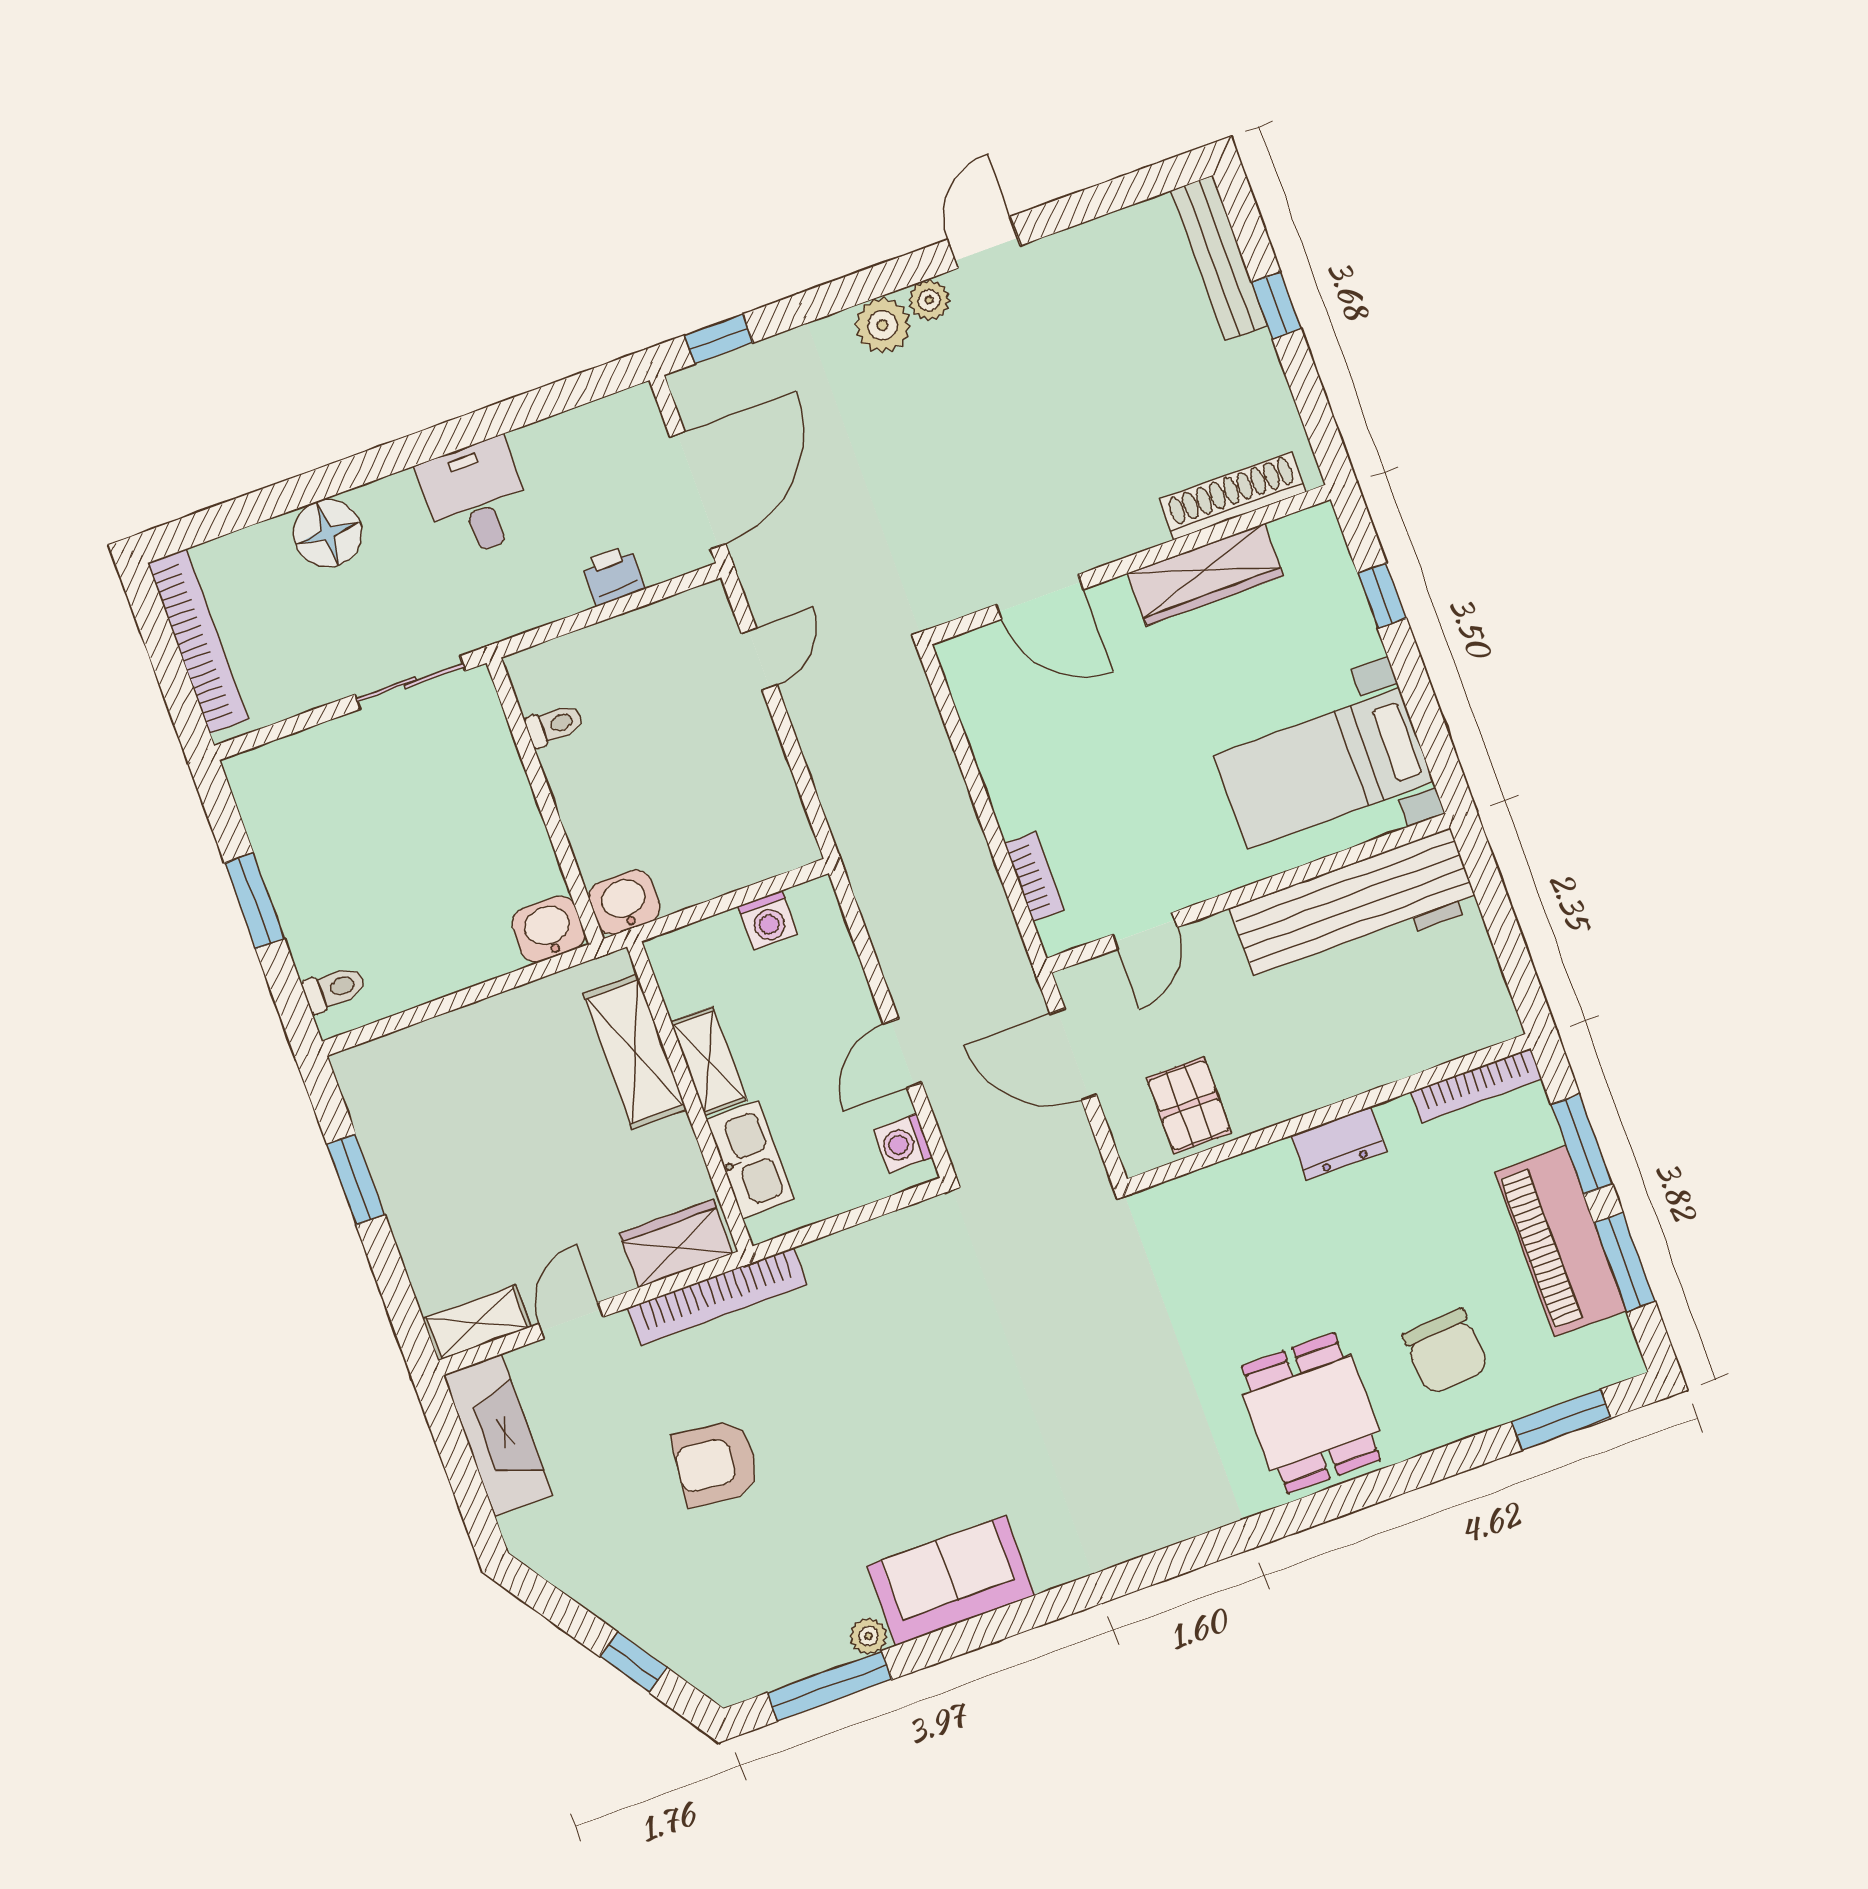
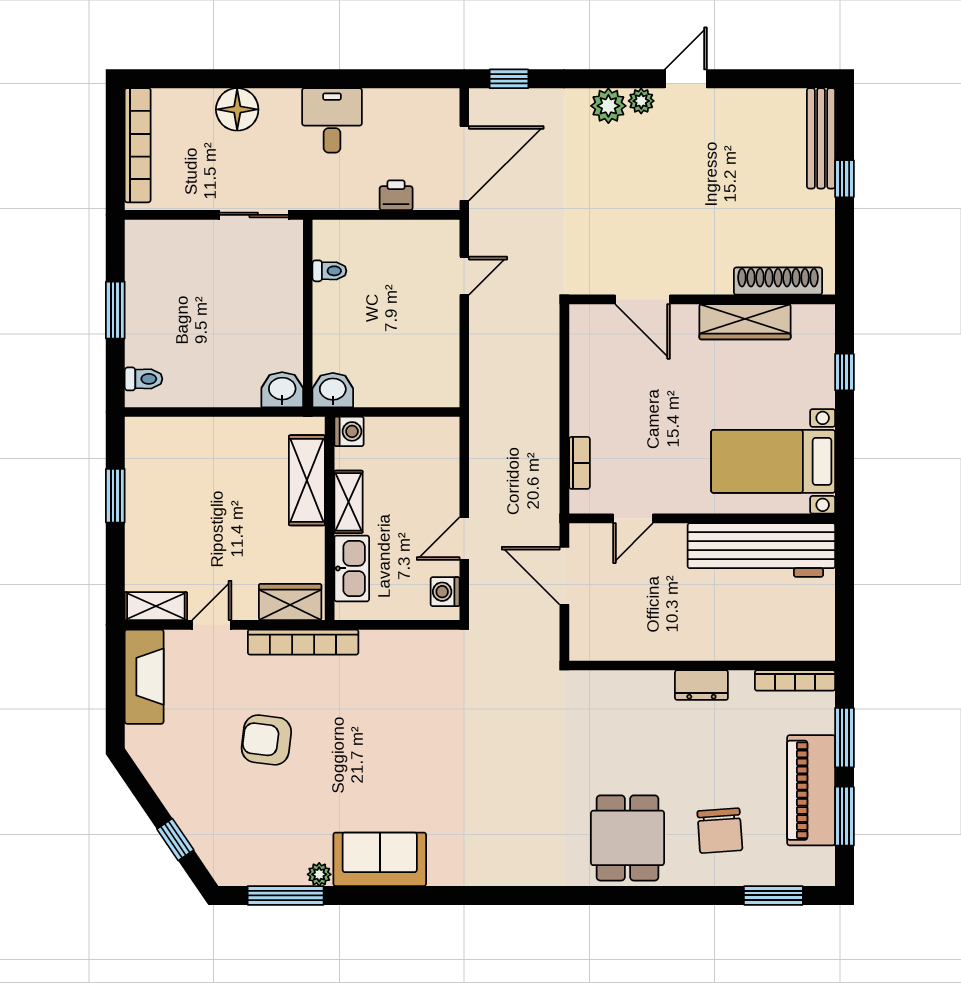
washing machine: (768, 920) -> (349, 431), moved, turned -90
pallet: (1189, 1105) -> (622, 631), removed

